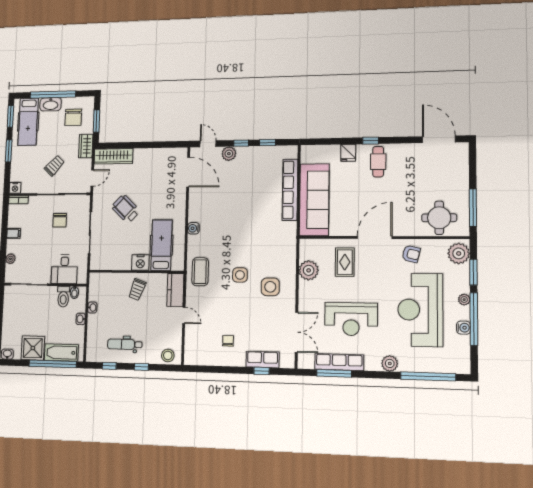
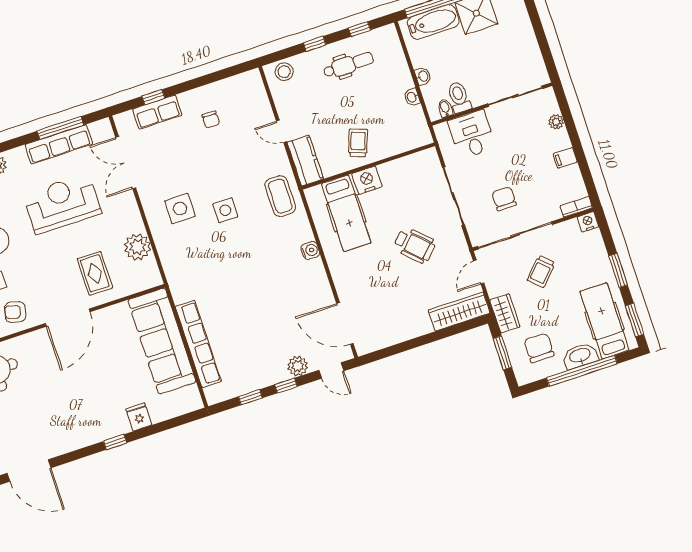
cafe table: (378, 162) -> (96, 417), removed

